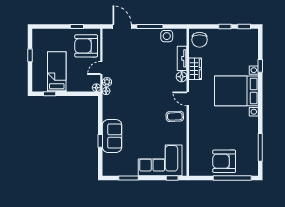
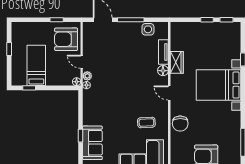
chair: (200, 40) -> (180, 124), moved
door: (101, 68) -> (82, 62), hinge flipped
coffee table: (175, 116) -> (146, 123), moved
sofa: (112, 136) -> (92, 143), moved

